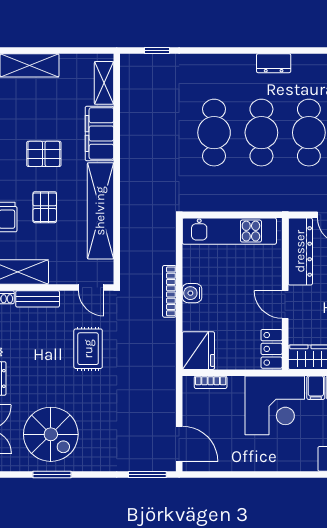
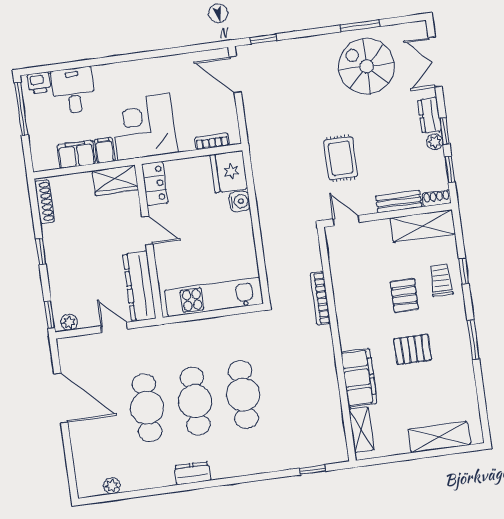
shelving: (100, 211) -> (347, 299), removed
bookcase: (169, 291) -> (320, 298), moved, turned 180
water cooler: (192, 293) -> (239, 201), moved
window: (147, 475) -> (263, 39), width x0.67

